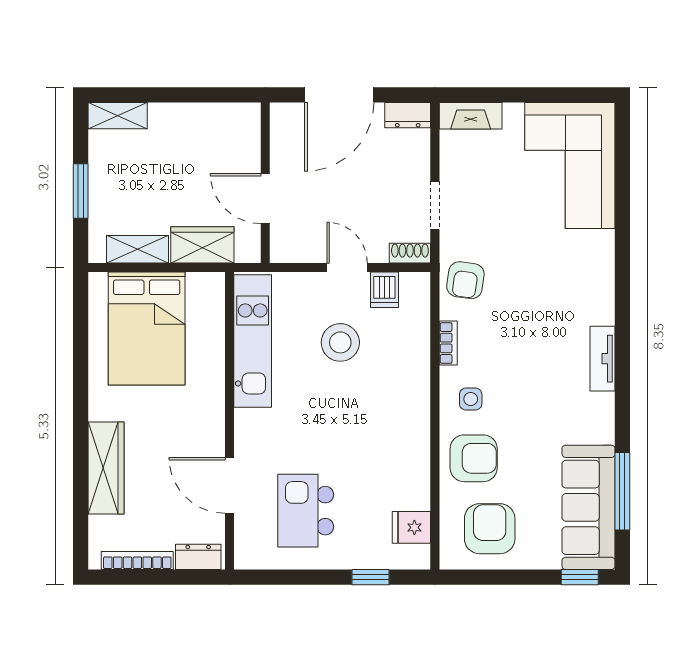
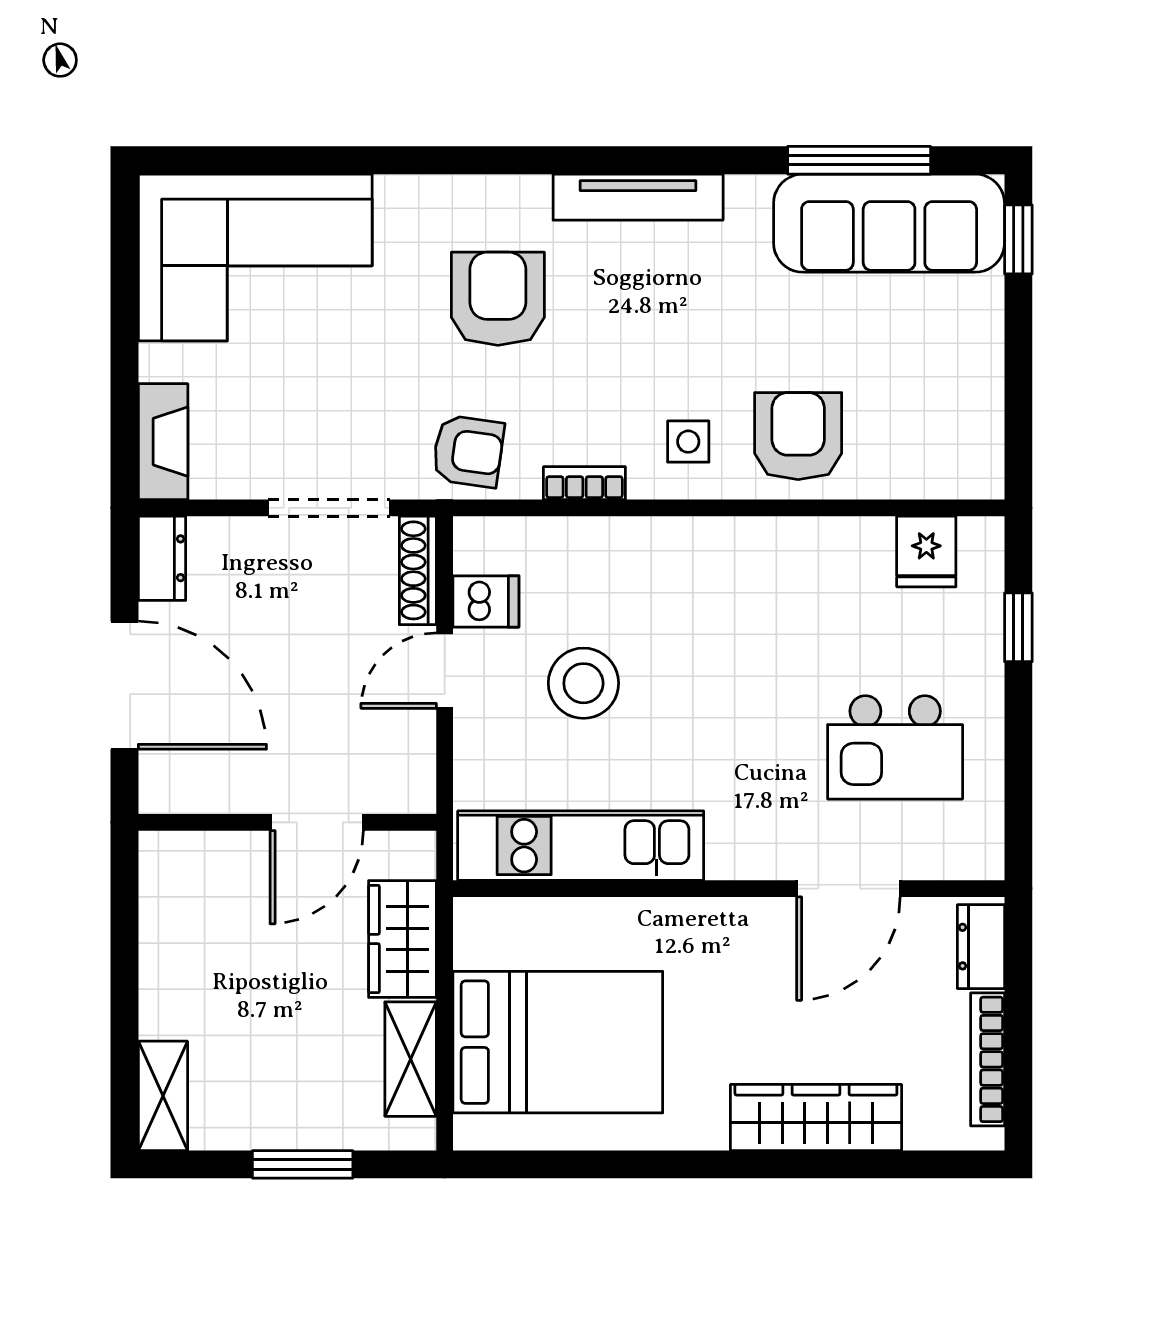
doorway: (435, 205) -> (329, 508), width x1.38
shoe rack: (410, 253) -> (418, 570), width x1.43
tv unit: (603, 359) -> (638, 197), width x1.41
armchair: (490, 529) -> (498, 299), moved, turned 90

